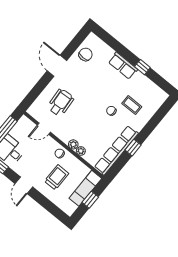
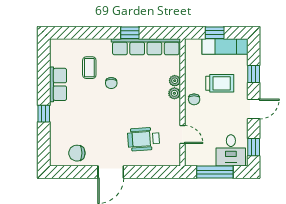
row of seats: (123, 66) -> (58, 84), moved
window: (142, 67) -> (44, 114), moved
trolley: (57, 177) -> (220, 83), turned 180
exam couch: (85, 188) -> (225, 46), moved
window: (45, 203) -> (254, 74), added

